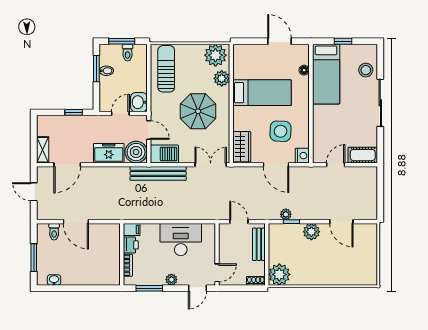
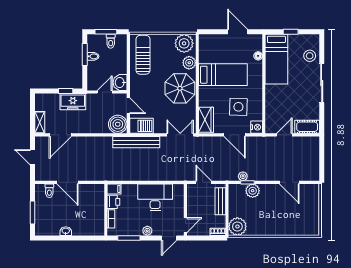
parasol: (198, 111) -> (180, 88), moved
freezer: (109, 153) -> (73, 102), moved, turned 180
plant: (311, 232) -> (253, 191), moved
washbasin: (54, 280) -> (66, 231), moved

